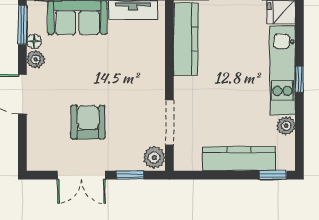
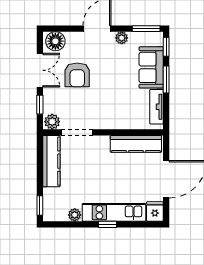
floor lamp: (34, 42) -> (55, 41), moved, width x1.89, depth x1.89
armchair: (88, 122) -> (77, 75), turned 90
kitchen counter: (239, 159) -> (51, 161), moved
double door: (81, 175) -> (40, 70), swing flipped

